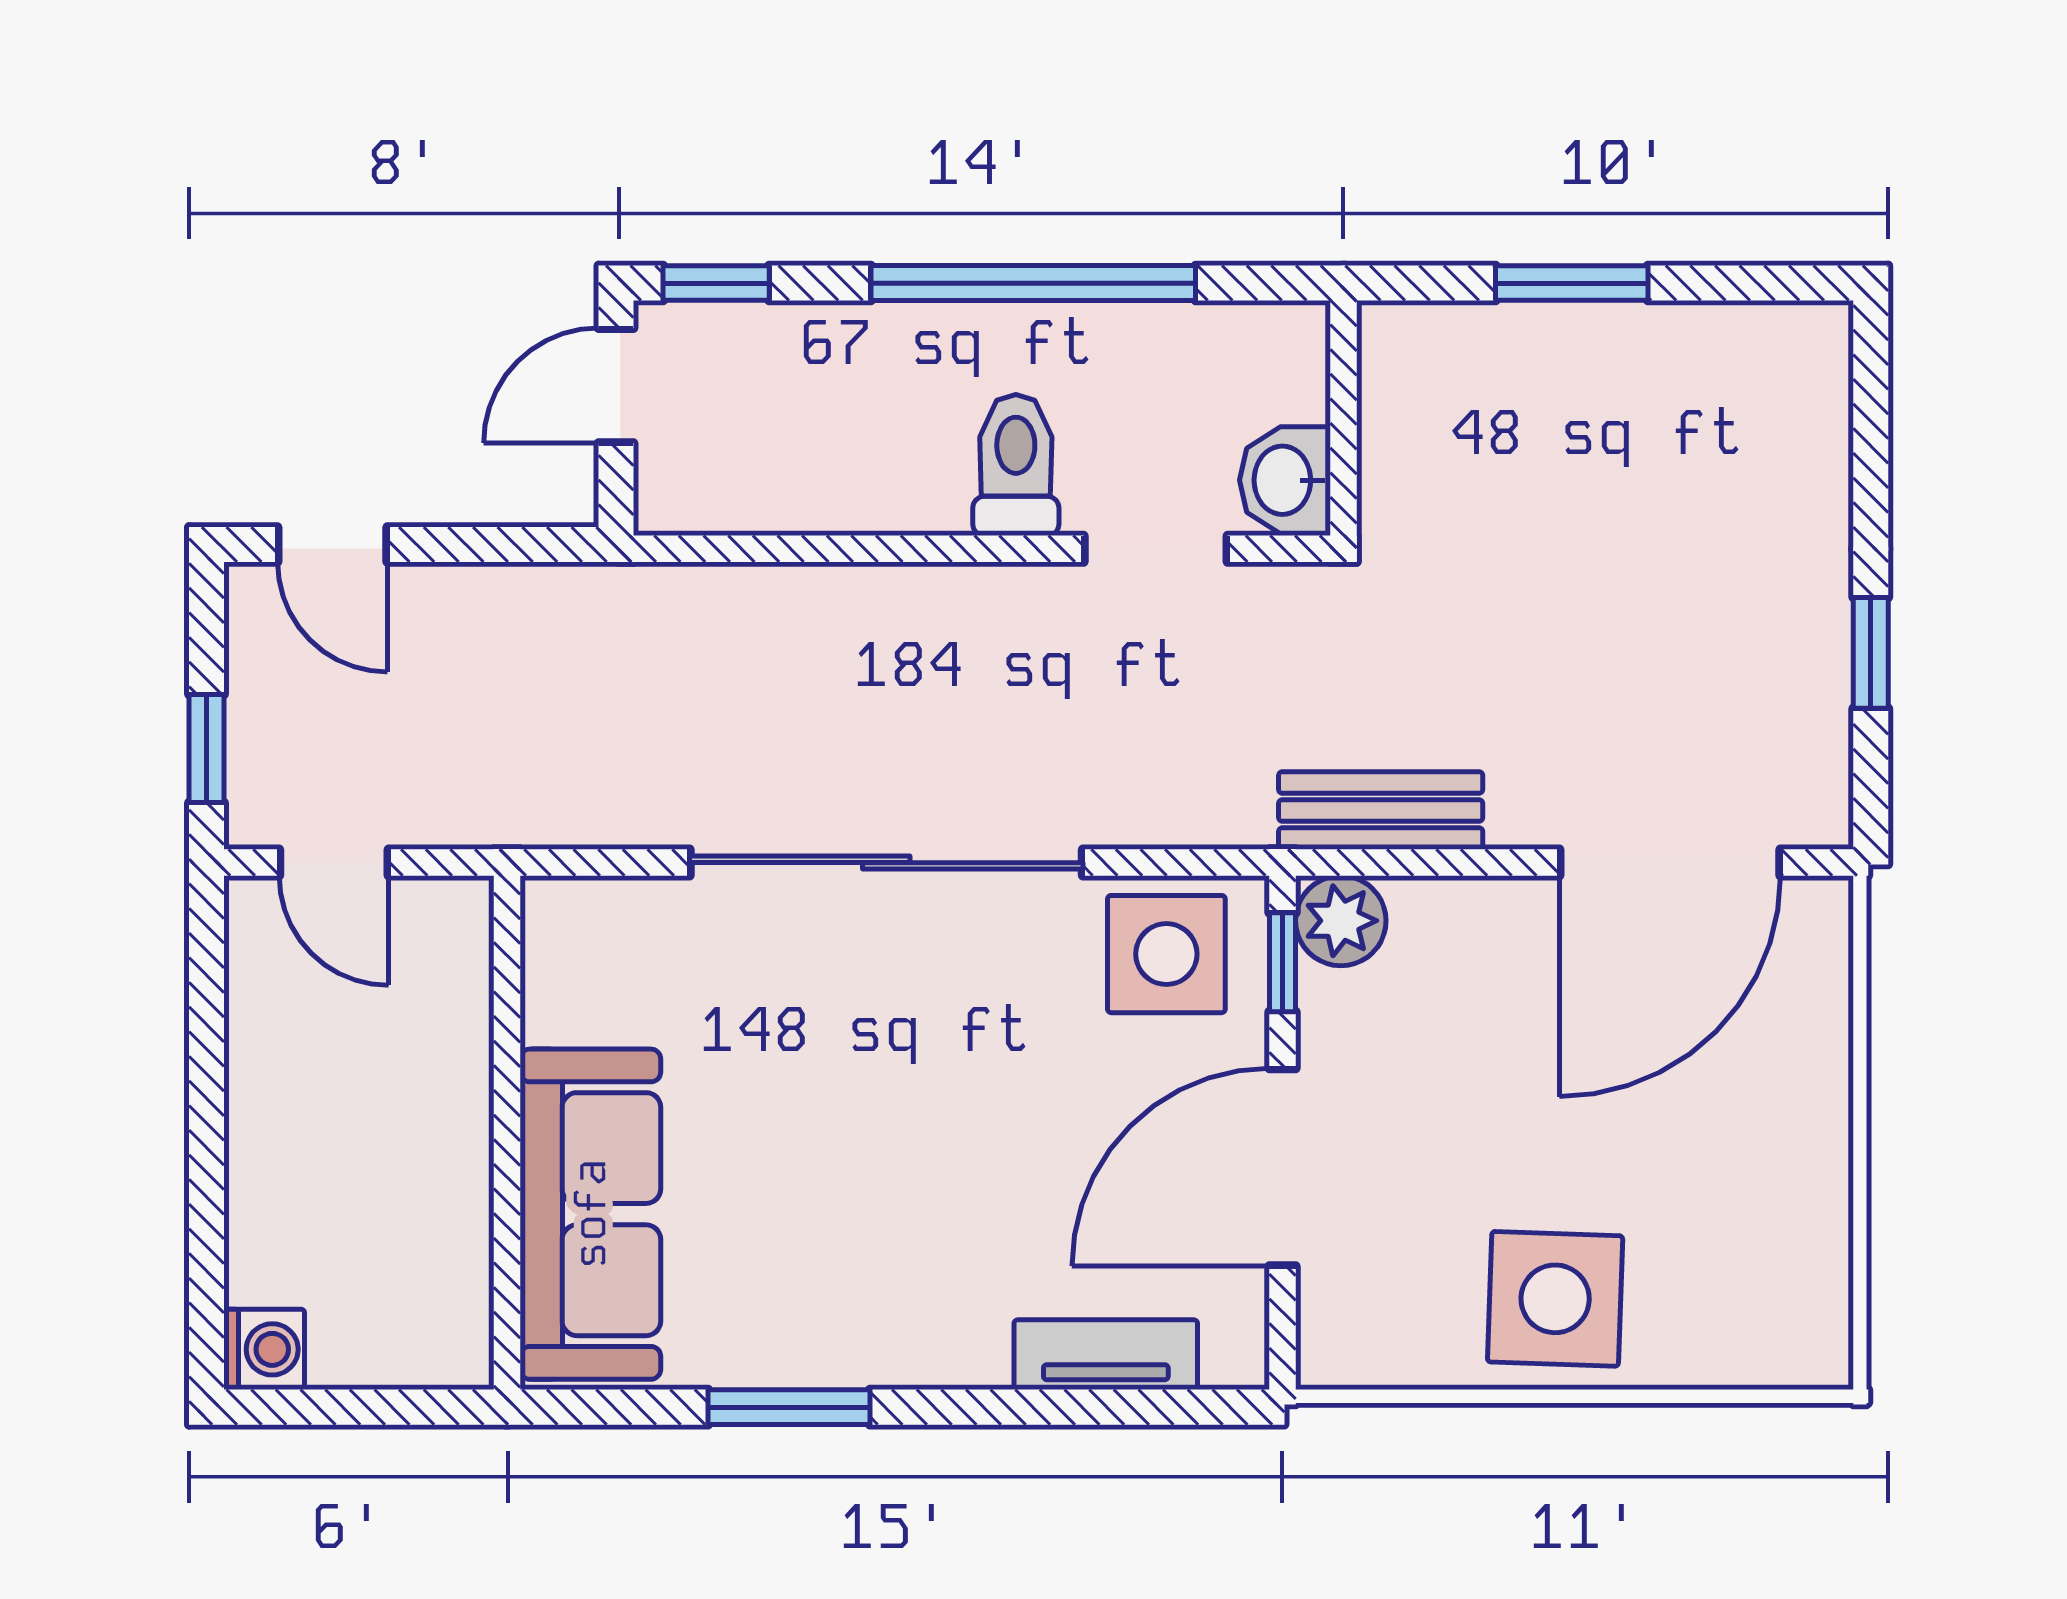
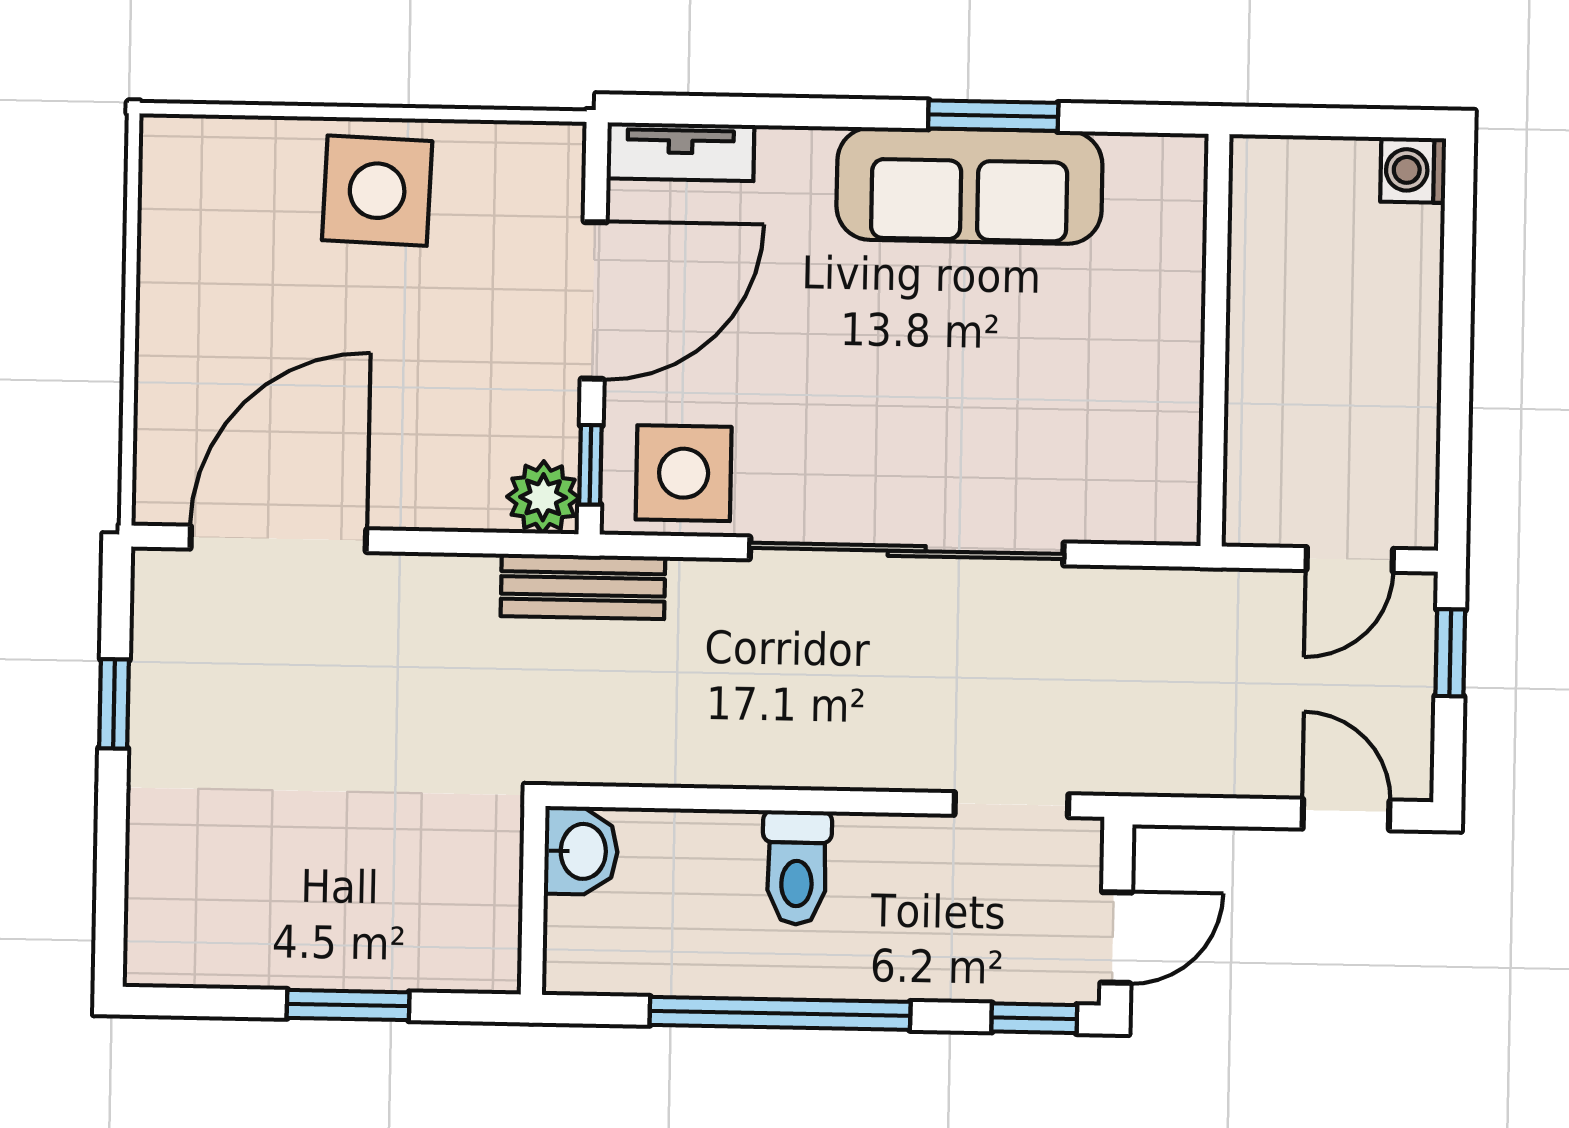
doorway: (1156, 549) -> (1011, 805), moved
bench: (1381, 811) -> (583, 586), moved
door: (334, 863) -> (1350, 559), swing flipped
sofa: (590, 1214) -> (969, 186), moved, turned -90
tv unit: (1106, 1355) -> (680, 152), moved

